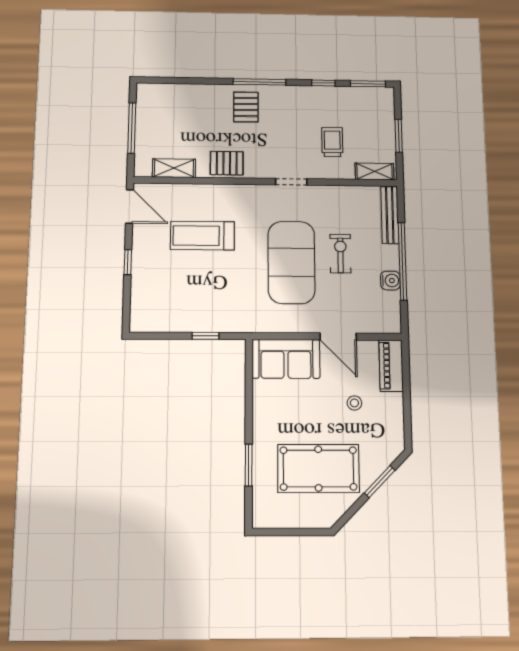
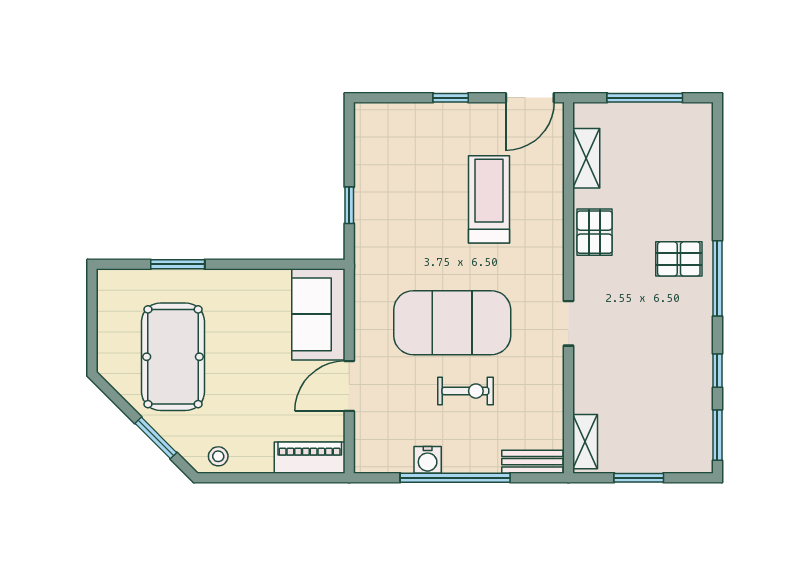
trolley: (332, 142) -> (628, 382), removed
bench: (390, 215) -> (532, 462), width x0.73
stool: (354, 403) -> (218, 456), moved

